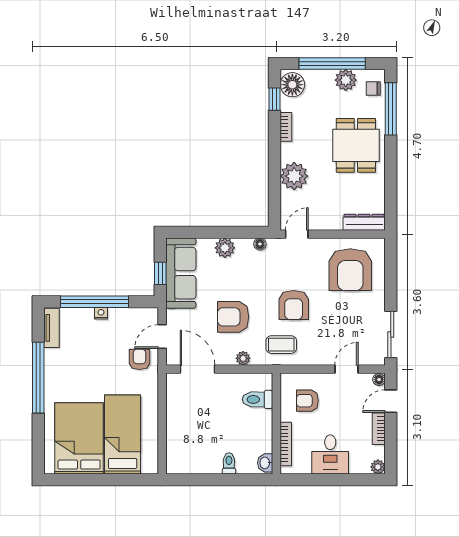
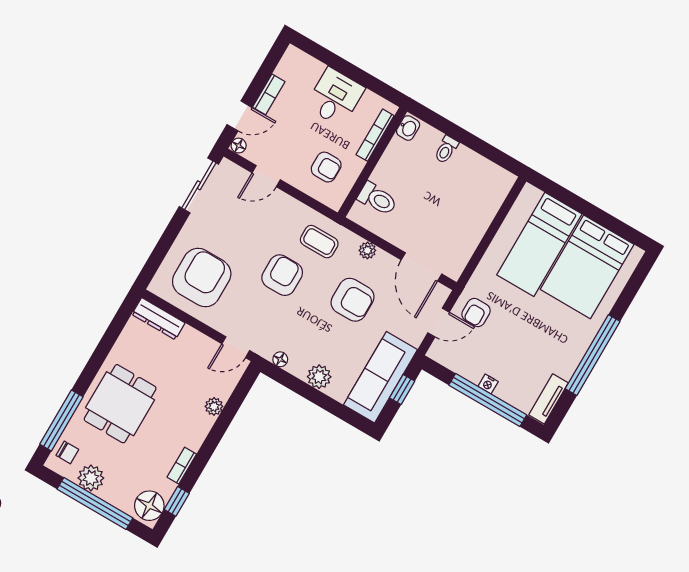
plant: (294, 176) -> (214, 406), width x0.53, depth x0.53
plant: (378, 467) -> (293, 55), removed

